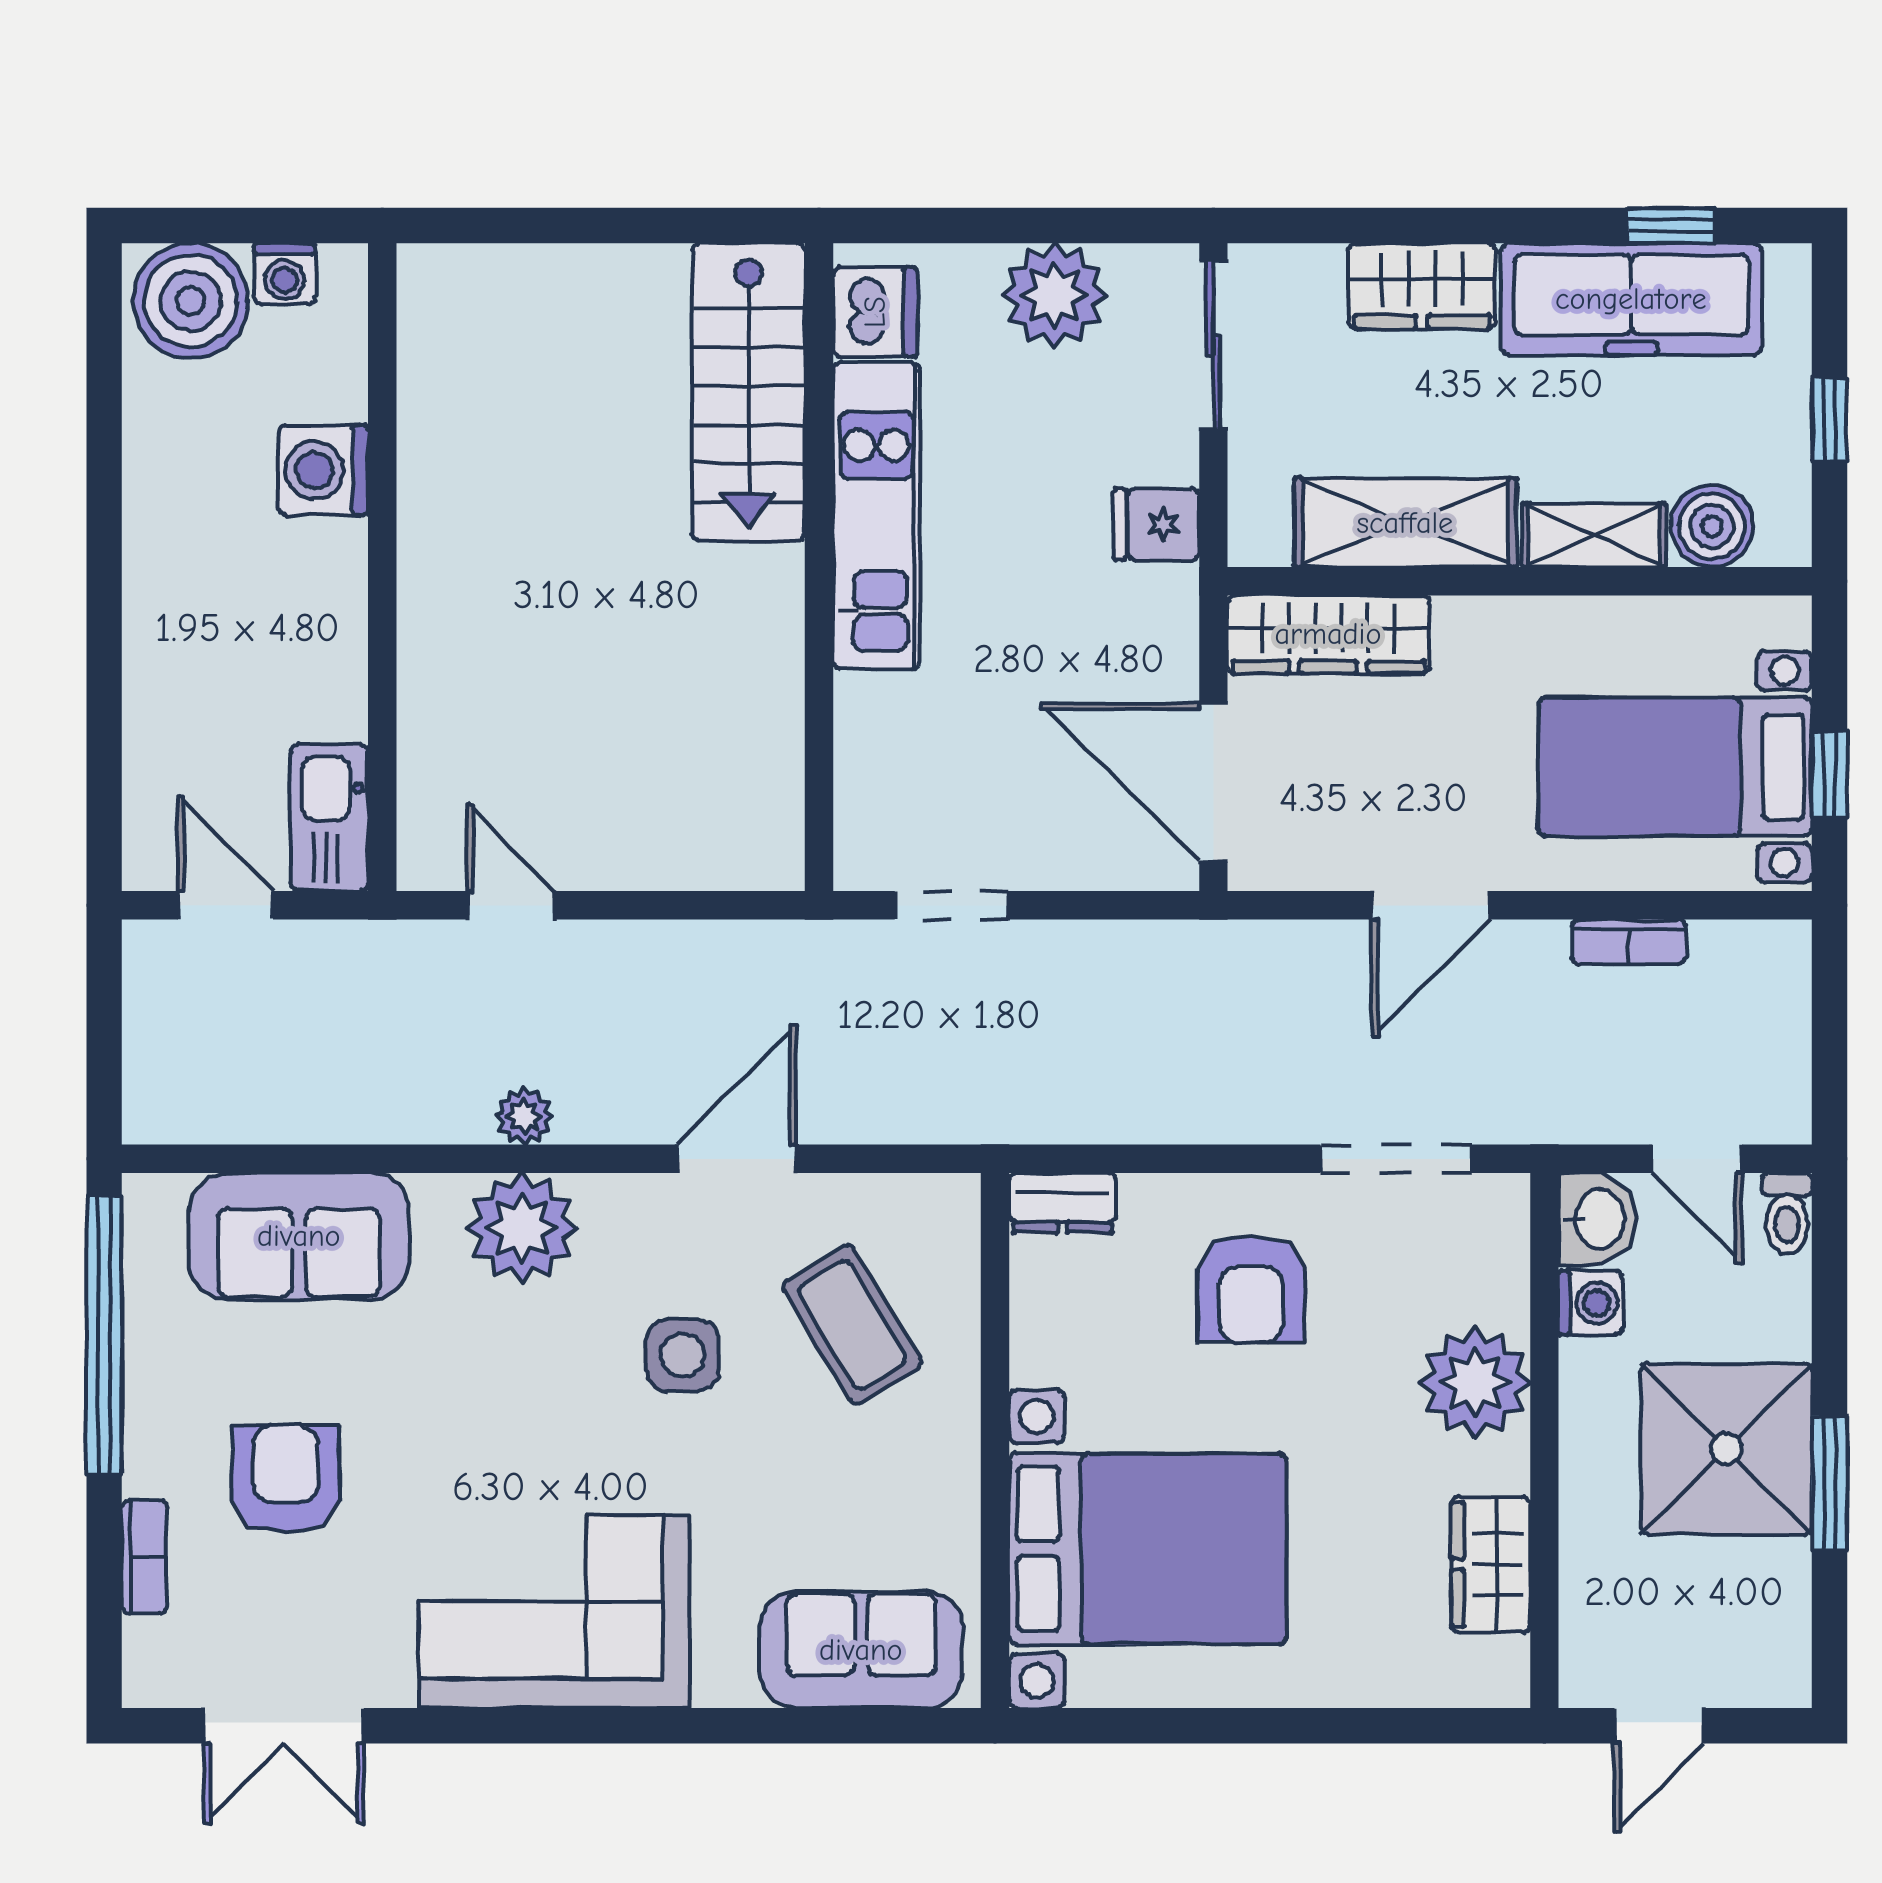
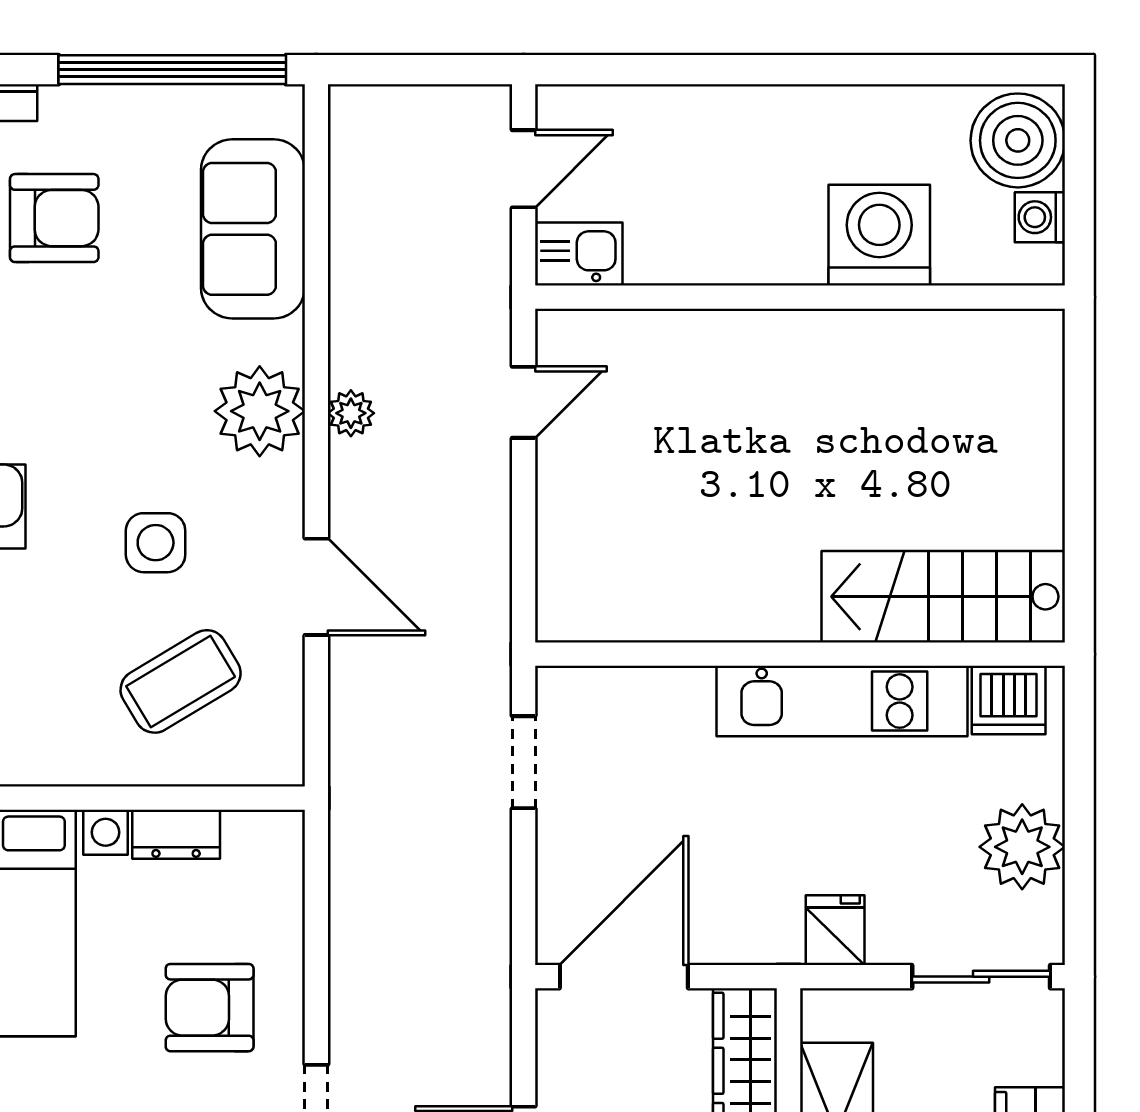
washing machine: (323, 470) -> (879, 235), width x1.37, depth x1.37
kitchen sink: (330, 818) -> (579, 254), width x0.73
dresser: (1063, 1203) -> (176, 834), moved, turned -90

